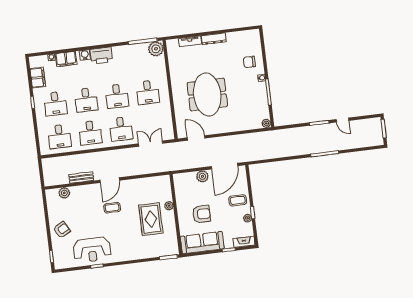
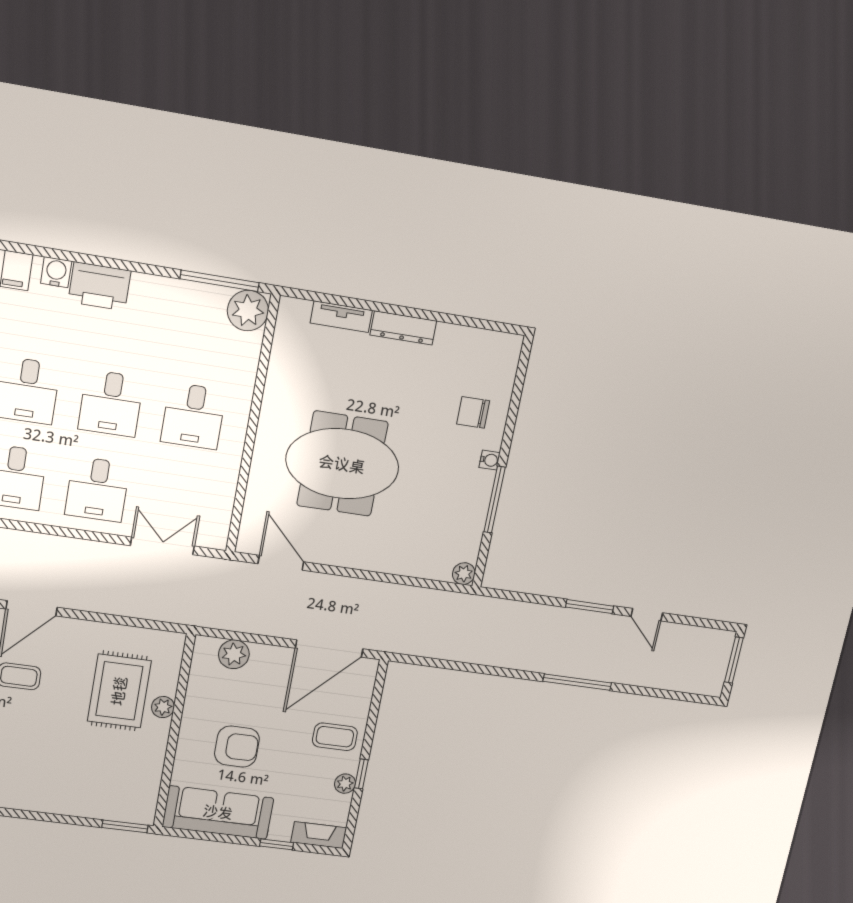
meeting table: (207, 95) -> (342, 464), turned 90
plant: (202, 176) -> (234, 654), moved
rug: (151, 219) -> (119, 691), moved

